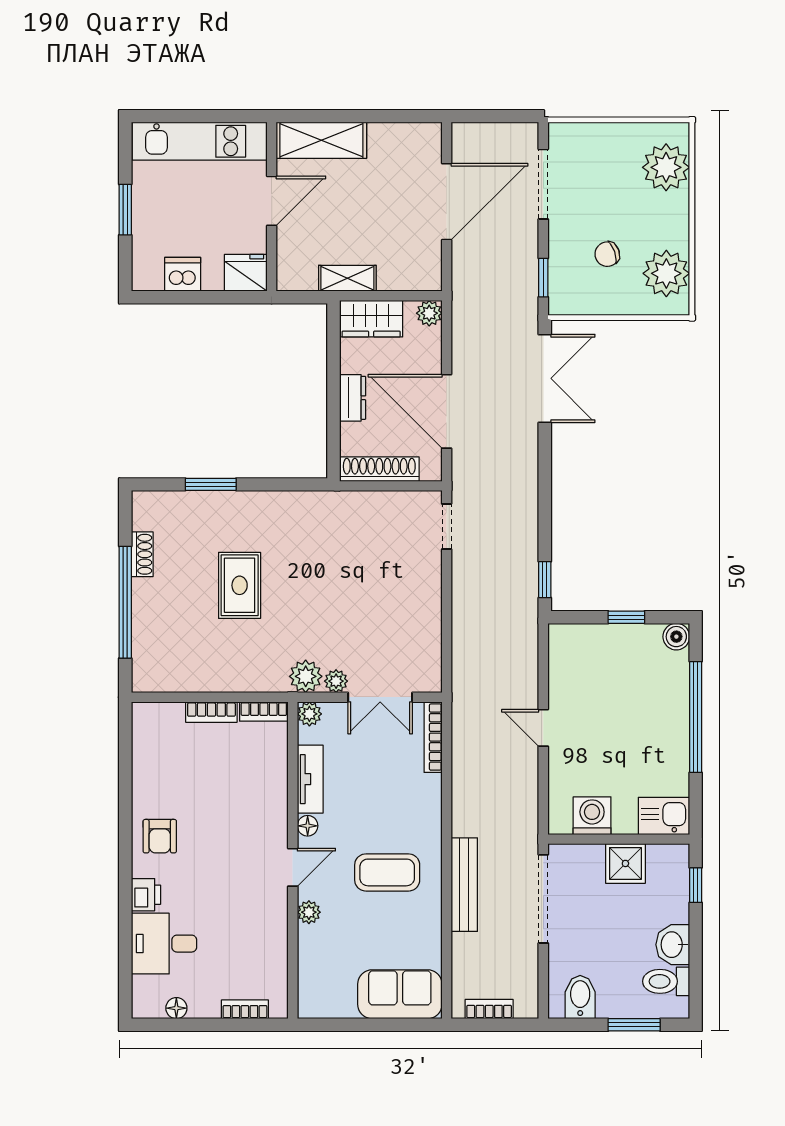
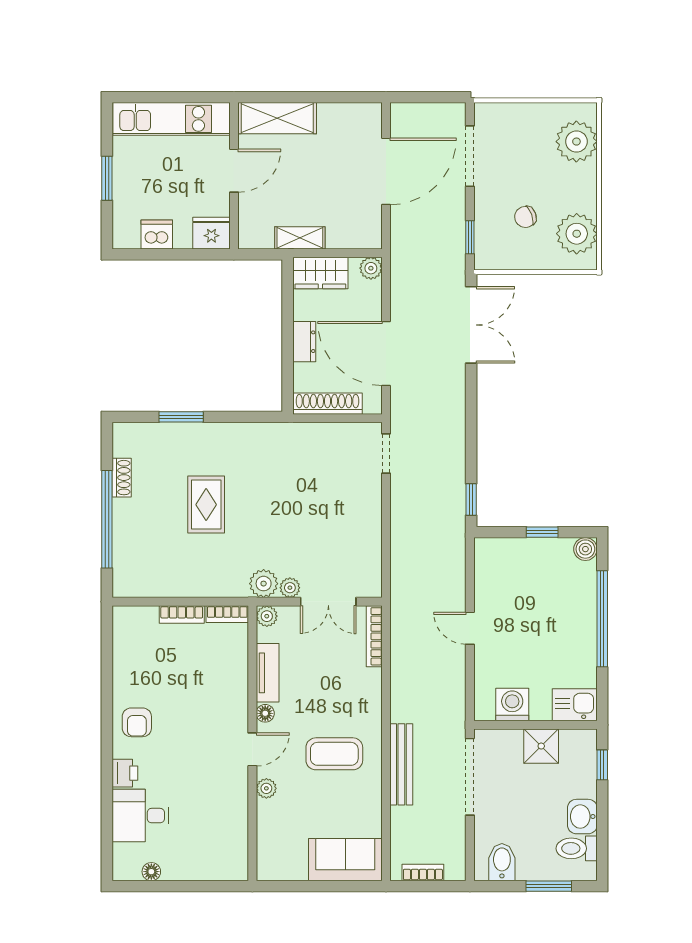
bookcase: (245, 1009) -> (211, 873), removed

